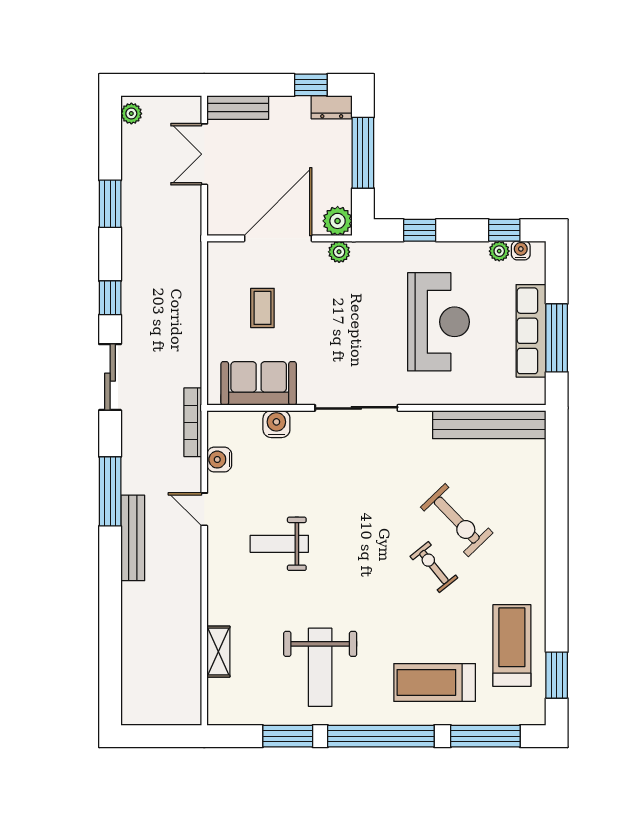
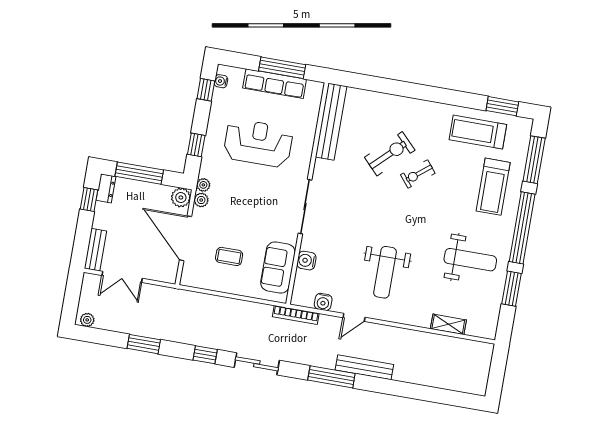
plant: (499, 251) -> (203, 185), moved
weight bench: (279, 544) -> (385, 272), width x1.36, depth x1.33

